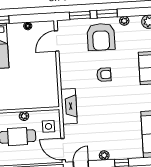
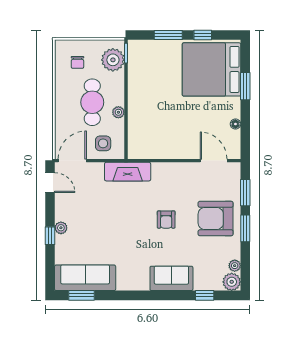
plant: (124, 21) -> (235, 266), moved
plant: (104, 155) -> (61, 228), moved

